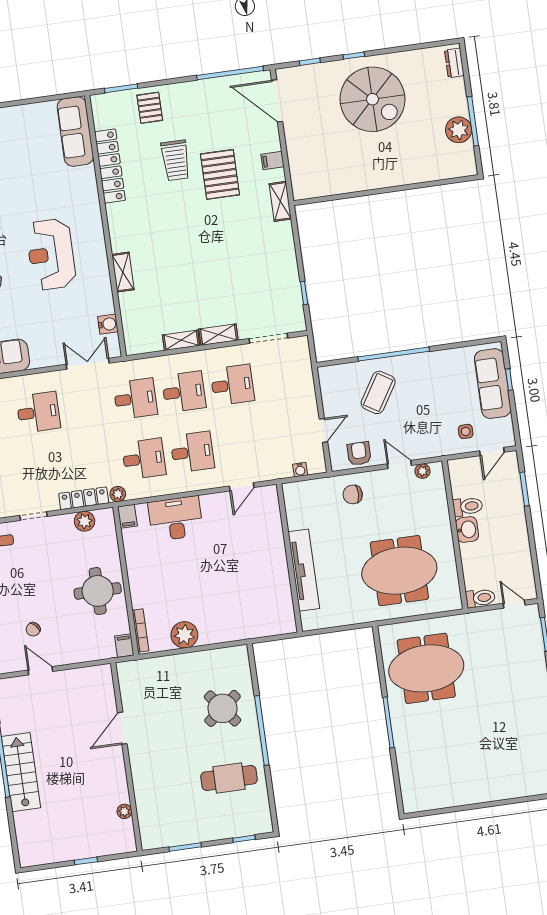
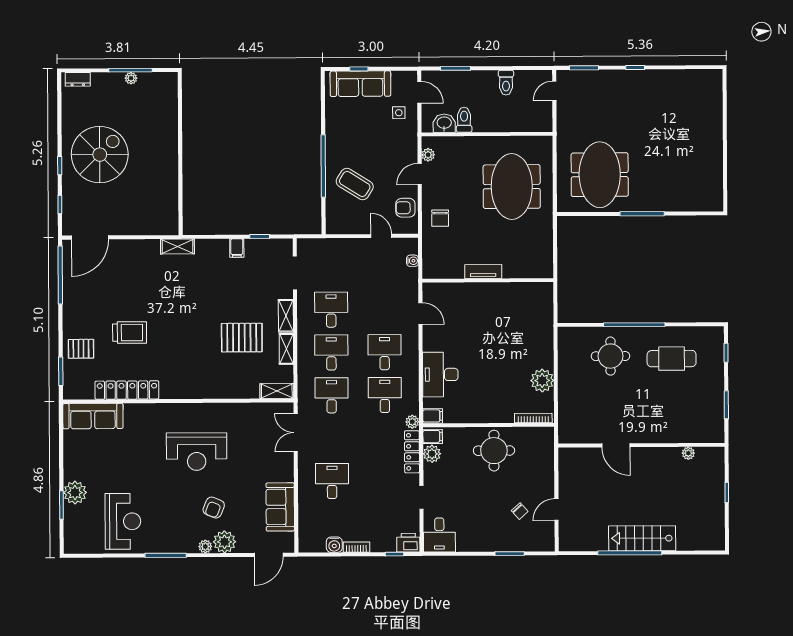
plant: (459, 130) -> (131, 78), width x0.53, depth x0.53
filing cabinet: (272, 161) -> (237, 248), moved
pallet: (220, 174) -> (242, 338), moved
shelving: (123, 272) -> (277, 391), moved
water cooler: (108, 324) -> (264, 410), removed
washbasin: (467, 529) -> (444, 123), moved
tv unit: (304, 570) -> (483, 271), width x0.52, depth x0.78
toilet: (480, 598) -> (506, 83), moved, turned 180
filing cabinet: (124, 646) -> (433, 436), moved, turned 180
round table: (222, 708) -> (611, 356), turned 38
cafe table: (229, 778) -> (672, 359), turned 90

